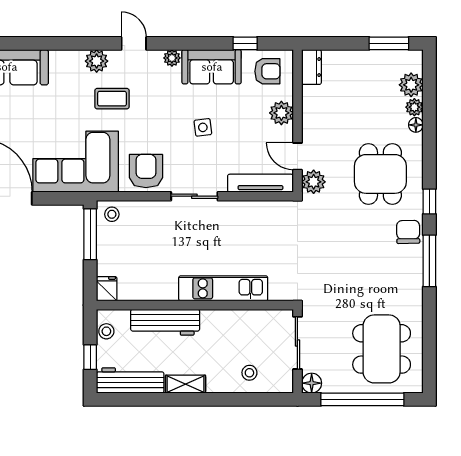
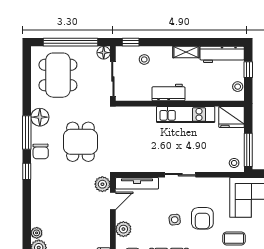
floor lamp: (416, 125) -> (40, 117), moved, width x1.89, depth x1.89
door: (297, 156) -> (113, 201), hinge flipped
armchair: (146, 171) -> (202, 218), moved
dining table: (380, 174) -> (80, 142), moved
kitchen unit: (223, 288) -> (186, 115), moved
fridge: (107, 289) -> (232, 117), width x1.88, depth x1.34
workbench: (165, 322) -> (168, 92), moved, width x0.73
window: (270, 399) -> (131, 42), added

